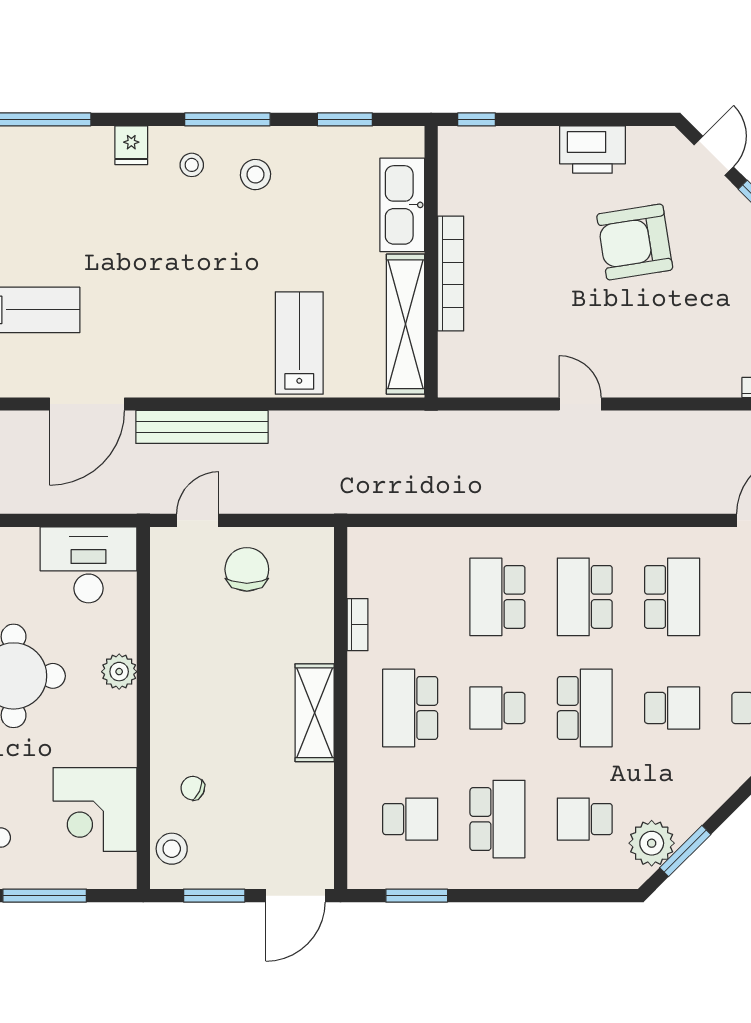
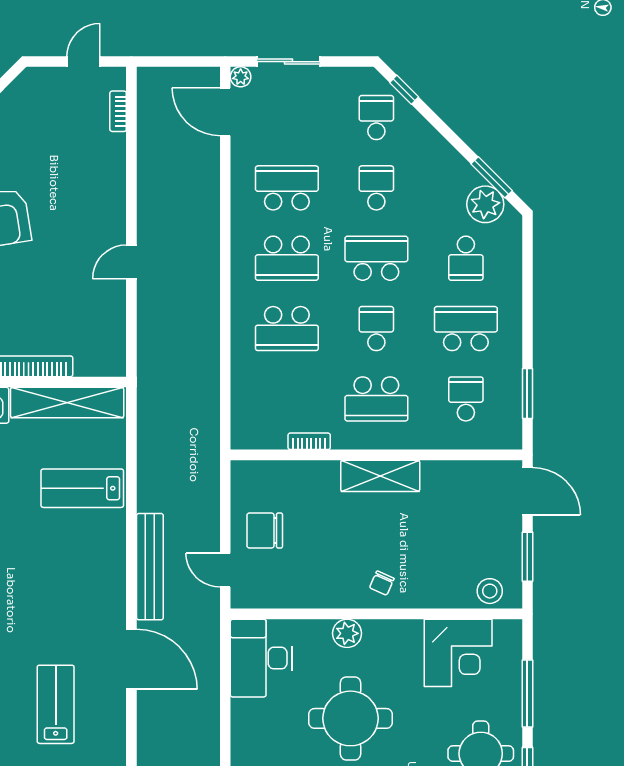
school desk: (497, 708) -> (376, 329), turned 180
chair: (193, 788) -> (382, 583), moved

